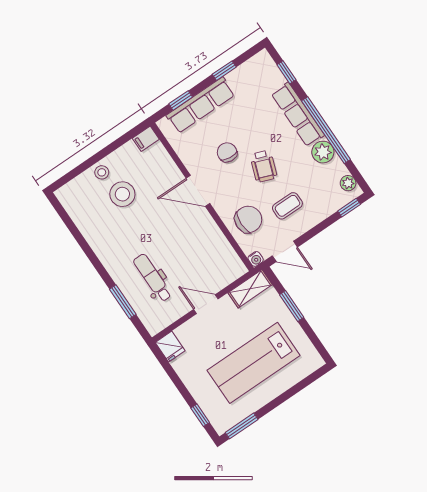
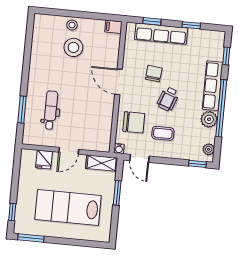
door: (206, 304) -> (69, 151), swing flipped
fridge: (170, 347) -> (44, 160), moved

